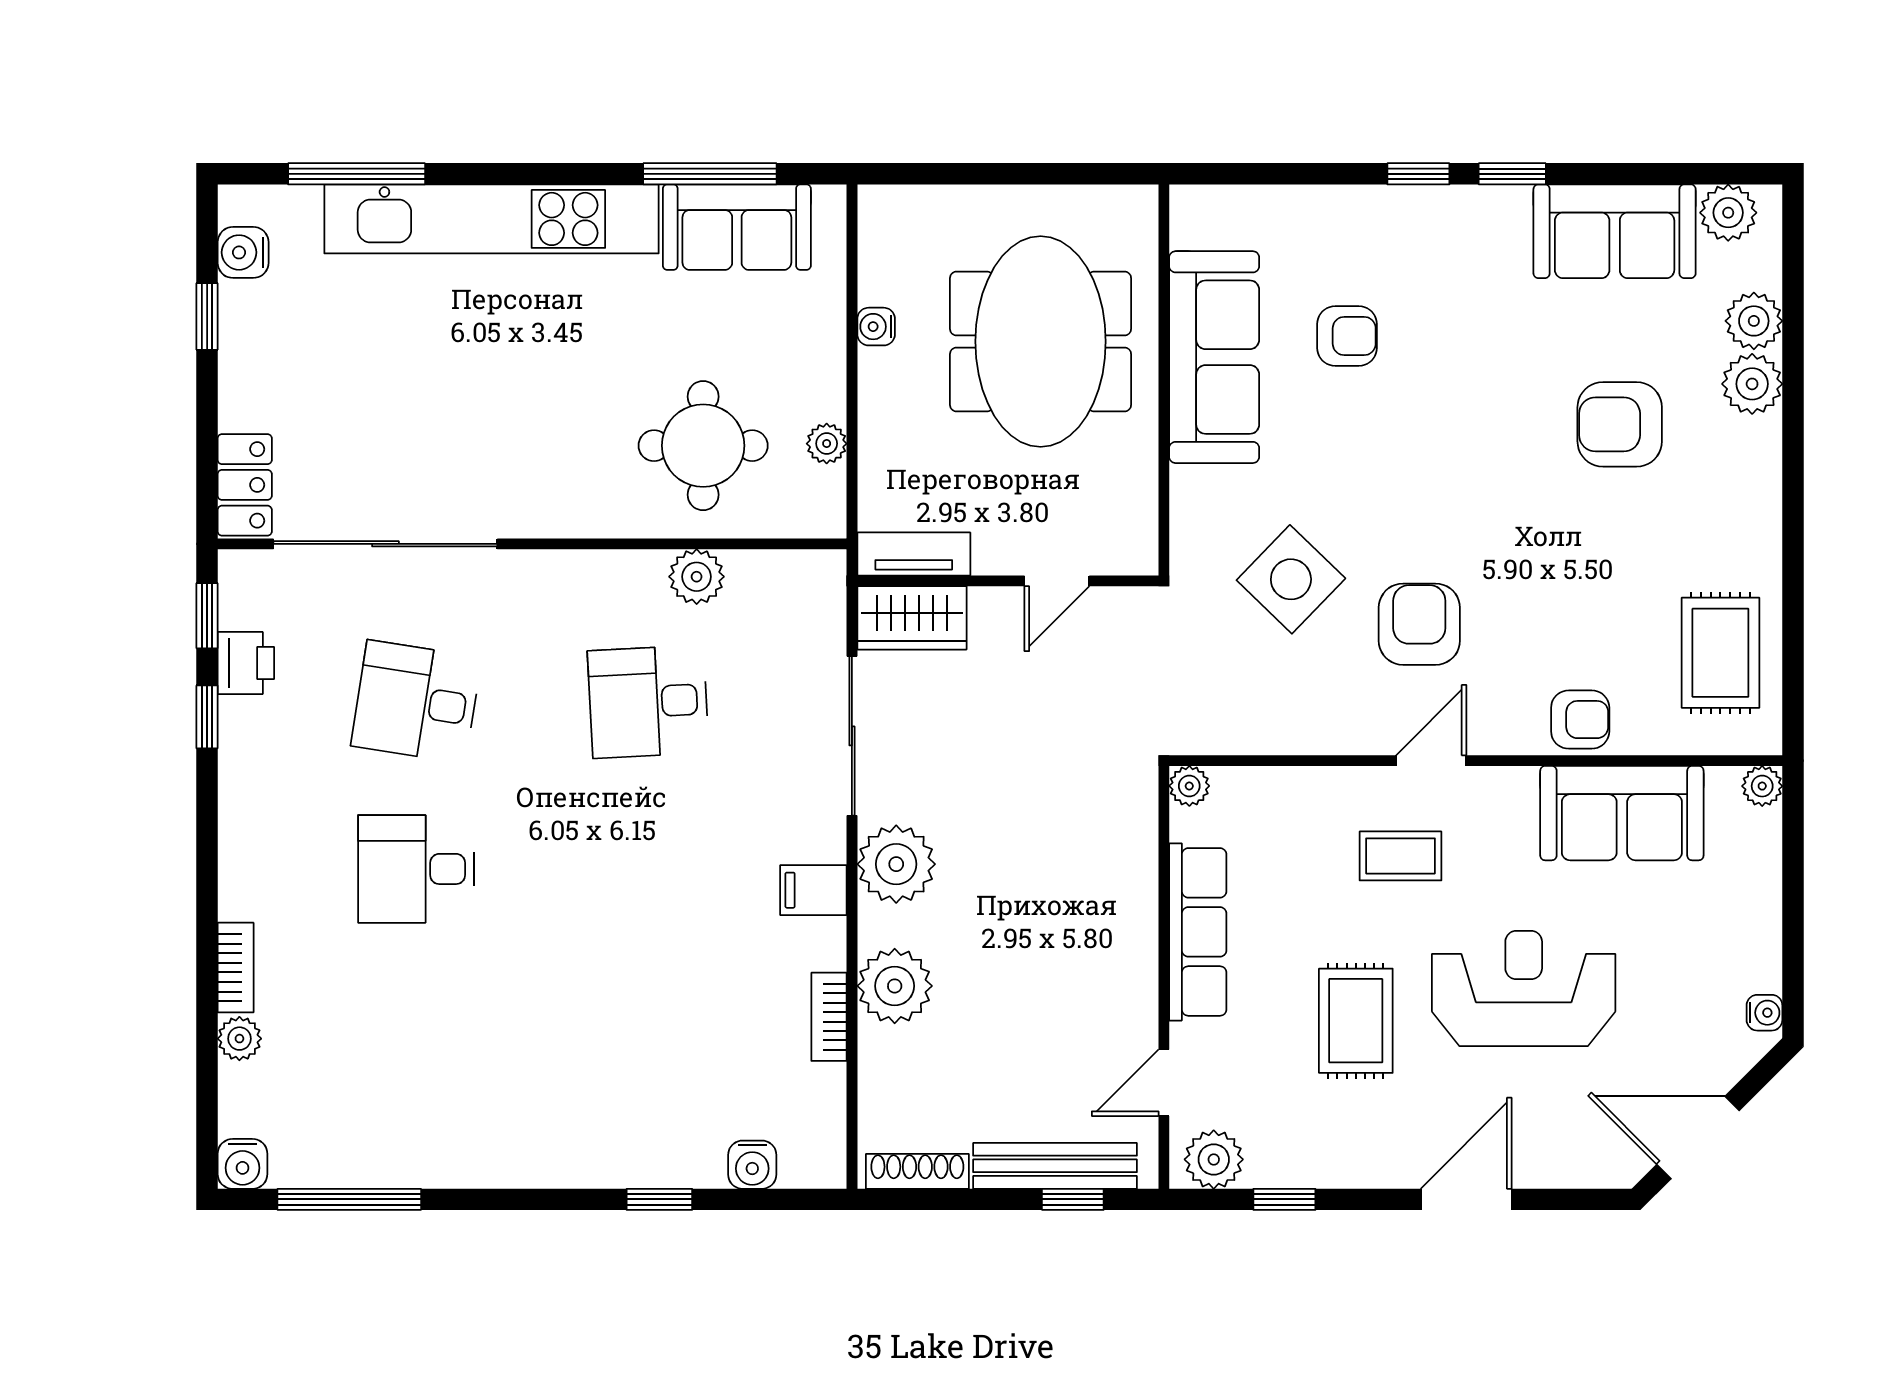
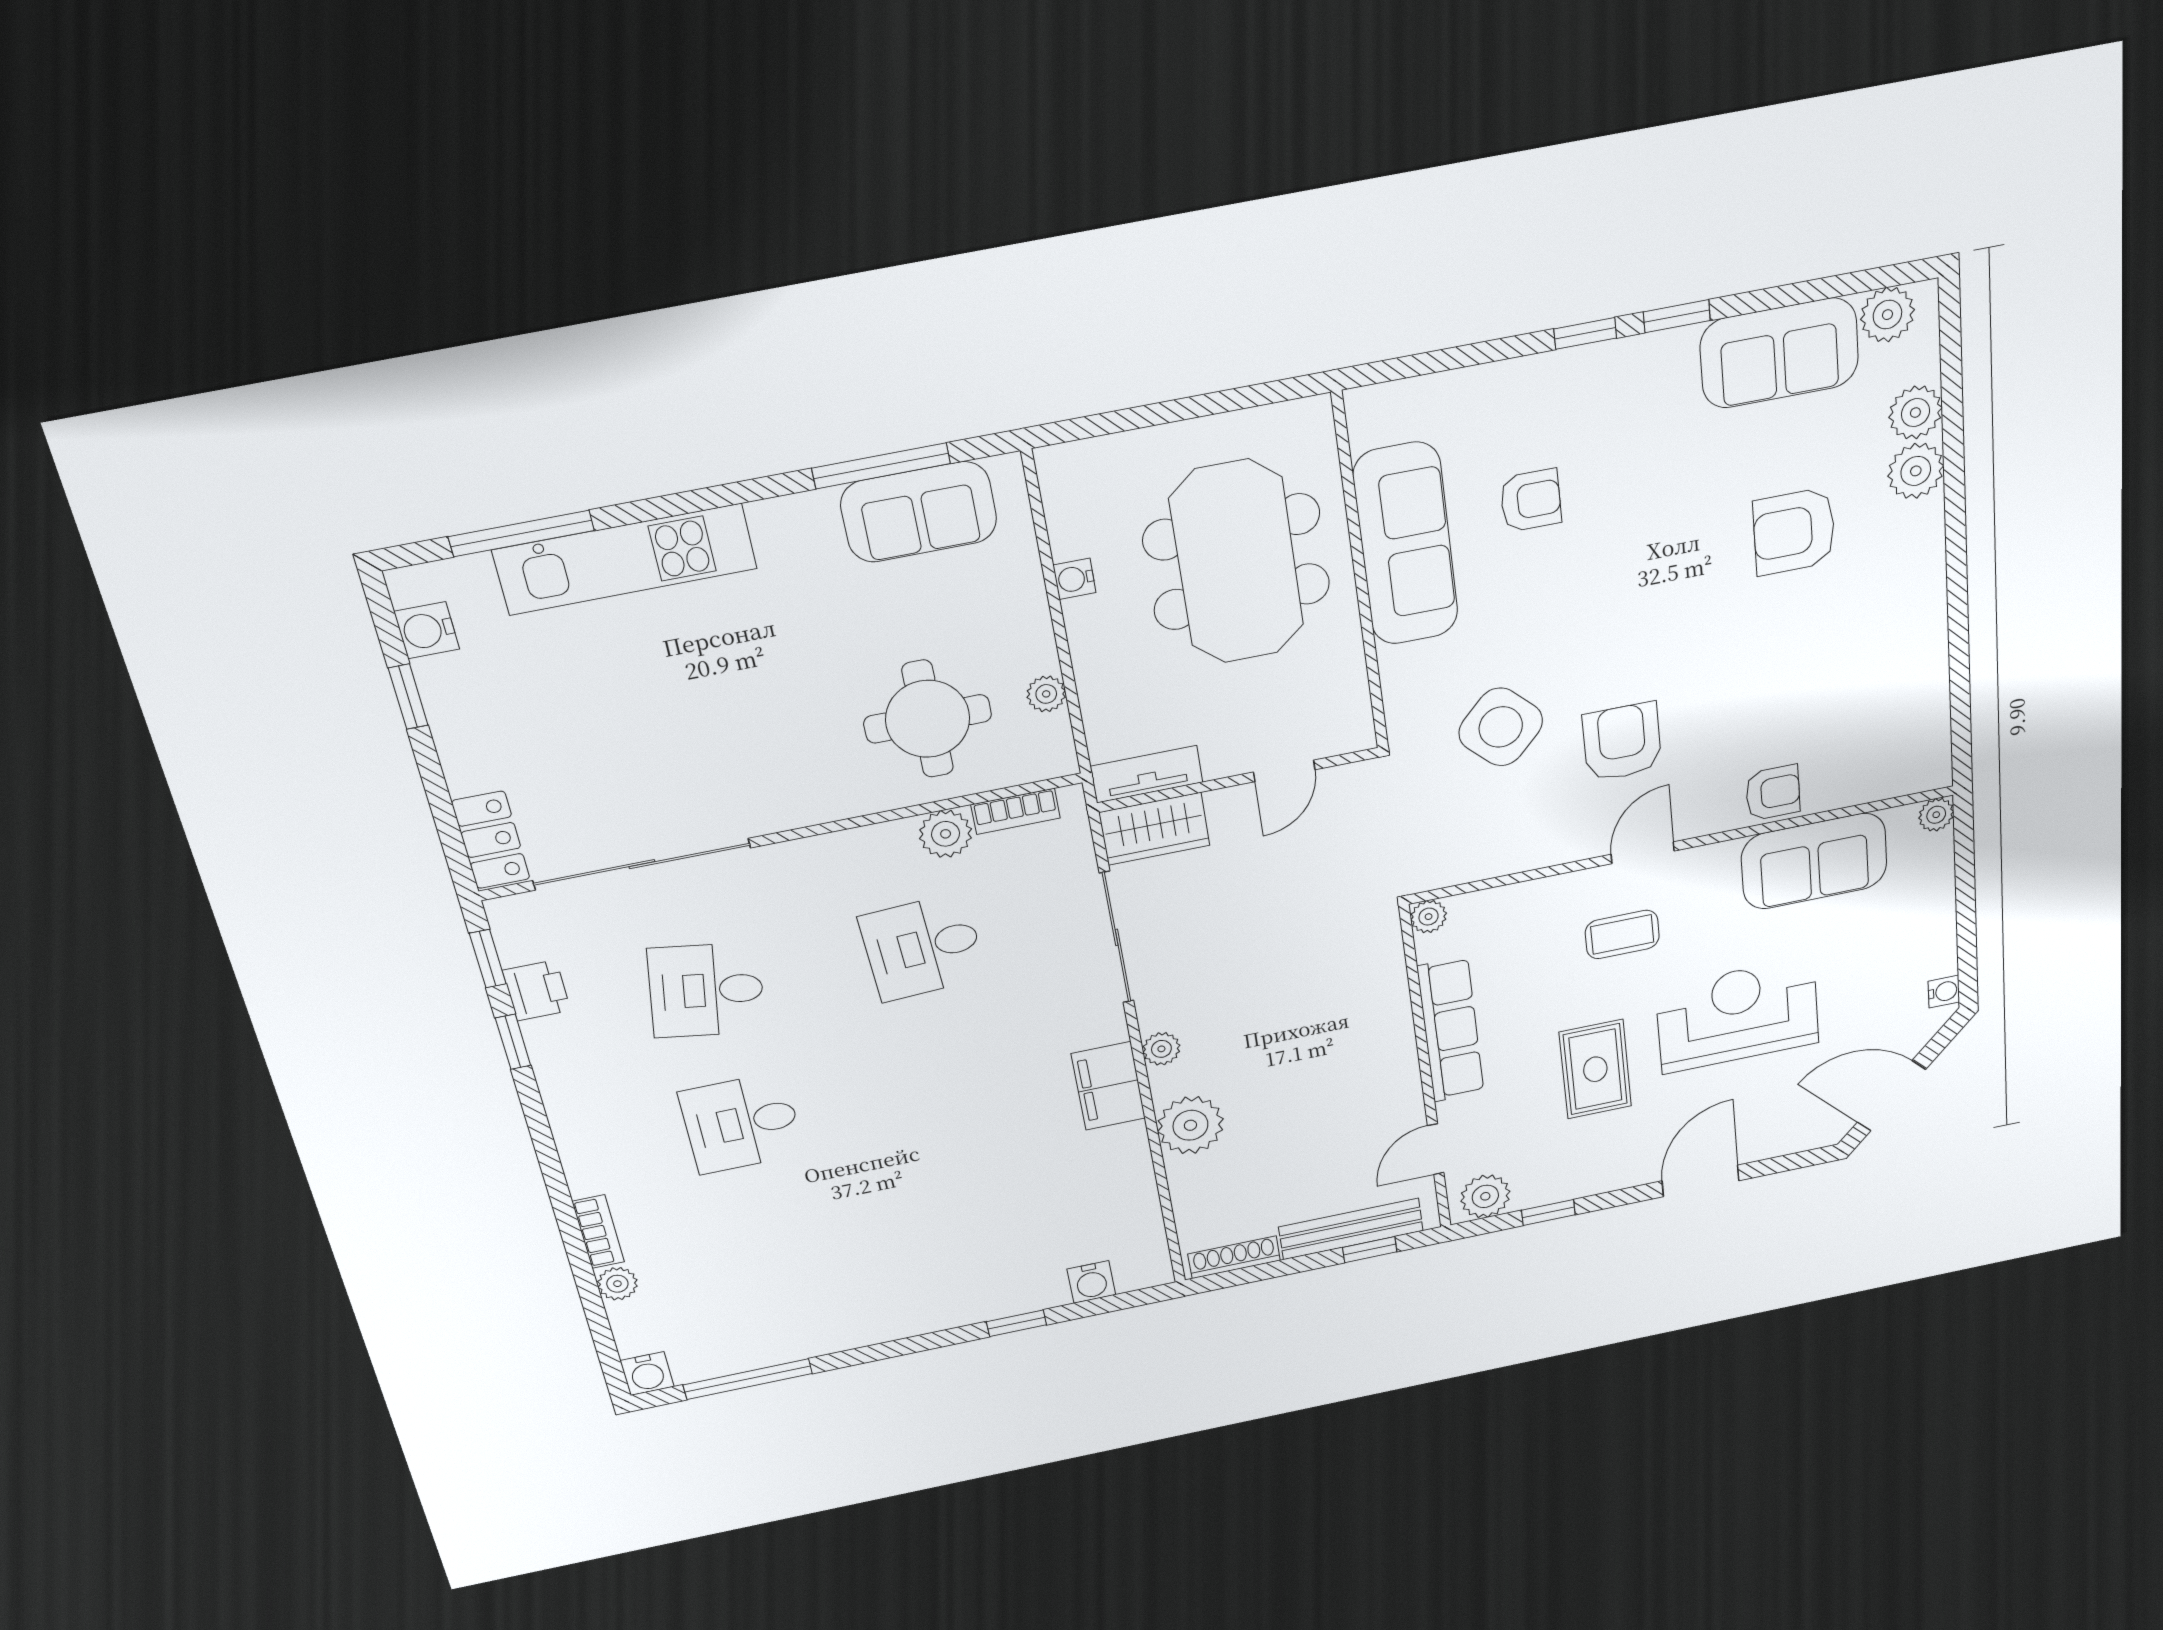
kitchen unit: (491, 219) -> (625, 559), width x0.73
rug: (1720, 653) -> (1895, 712), removed
plant: (896, 864) -> (1161, 1049), width x0.53, depth x0.53
filing cabinet: (813, 890) -> (1108, 1086), width x2.00
bookcase: (829, 1017) -> (1016, 811), moved, turned -90

